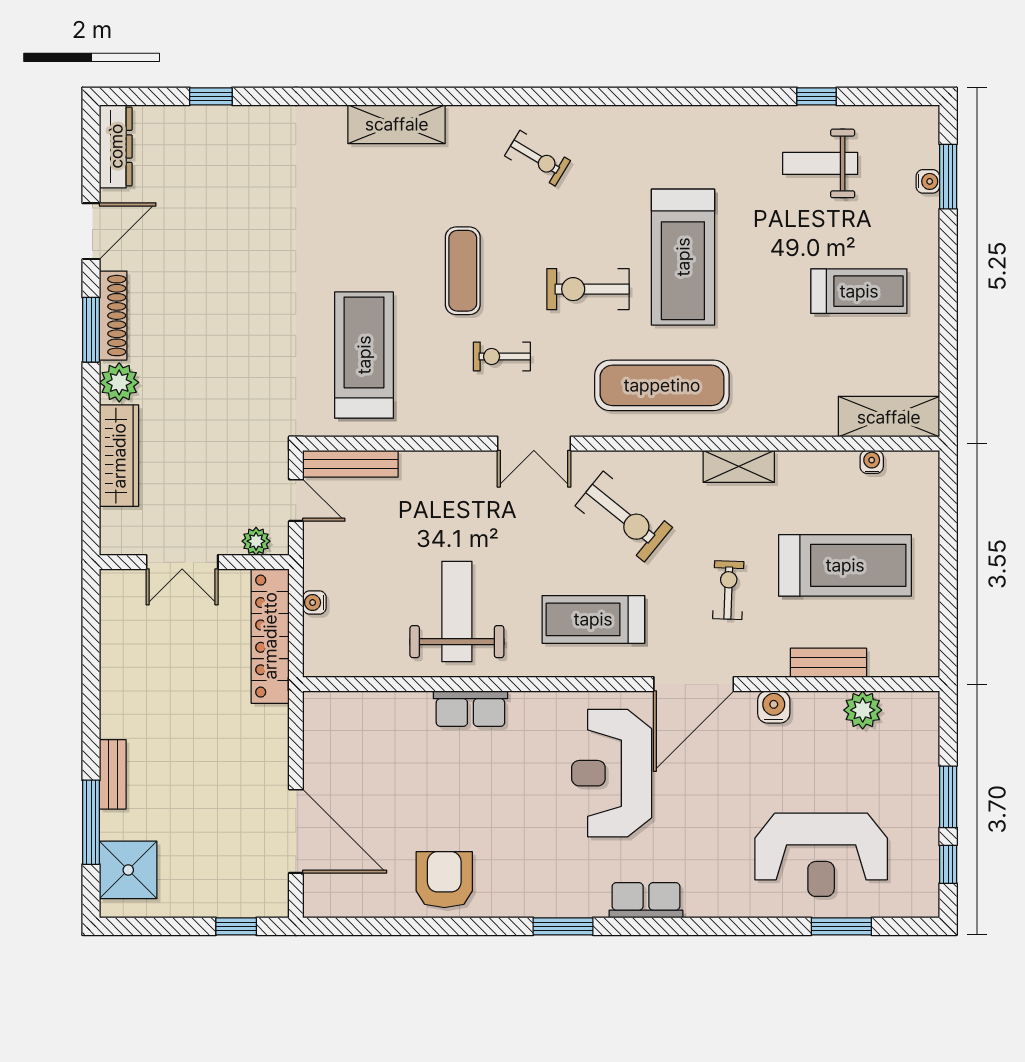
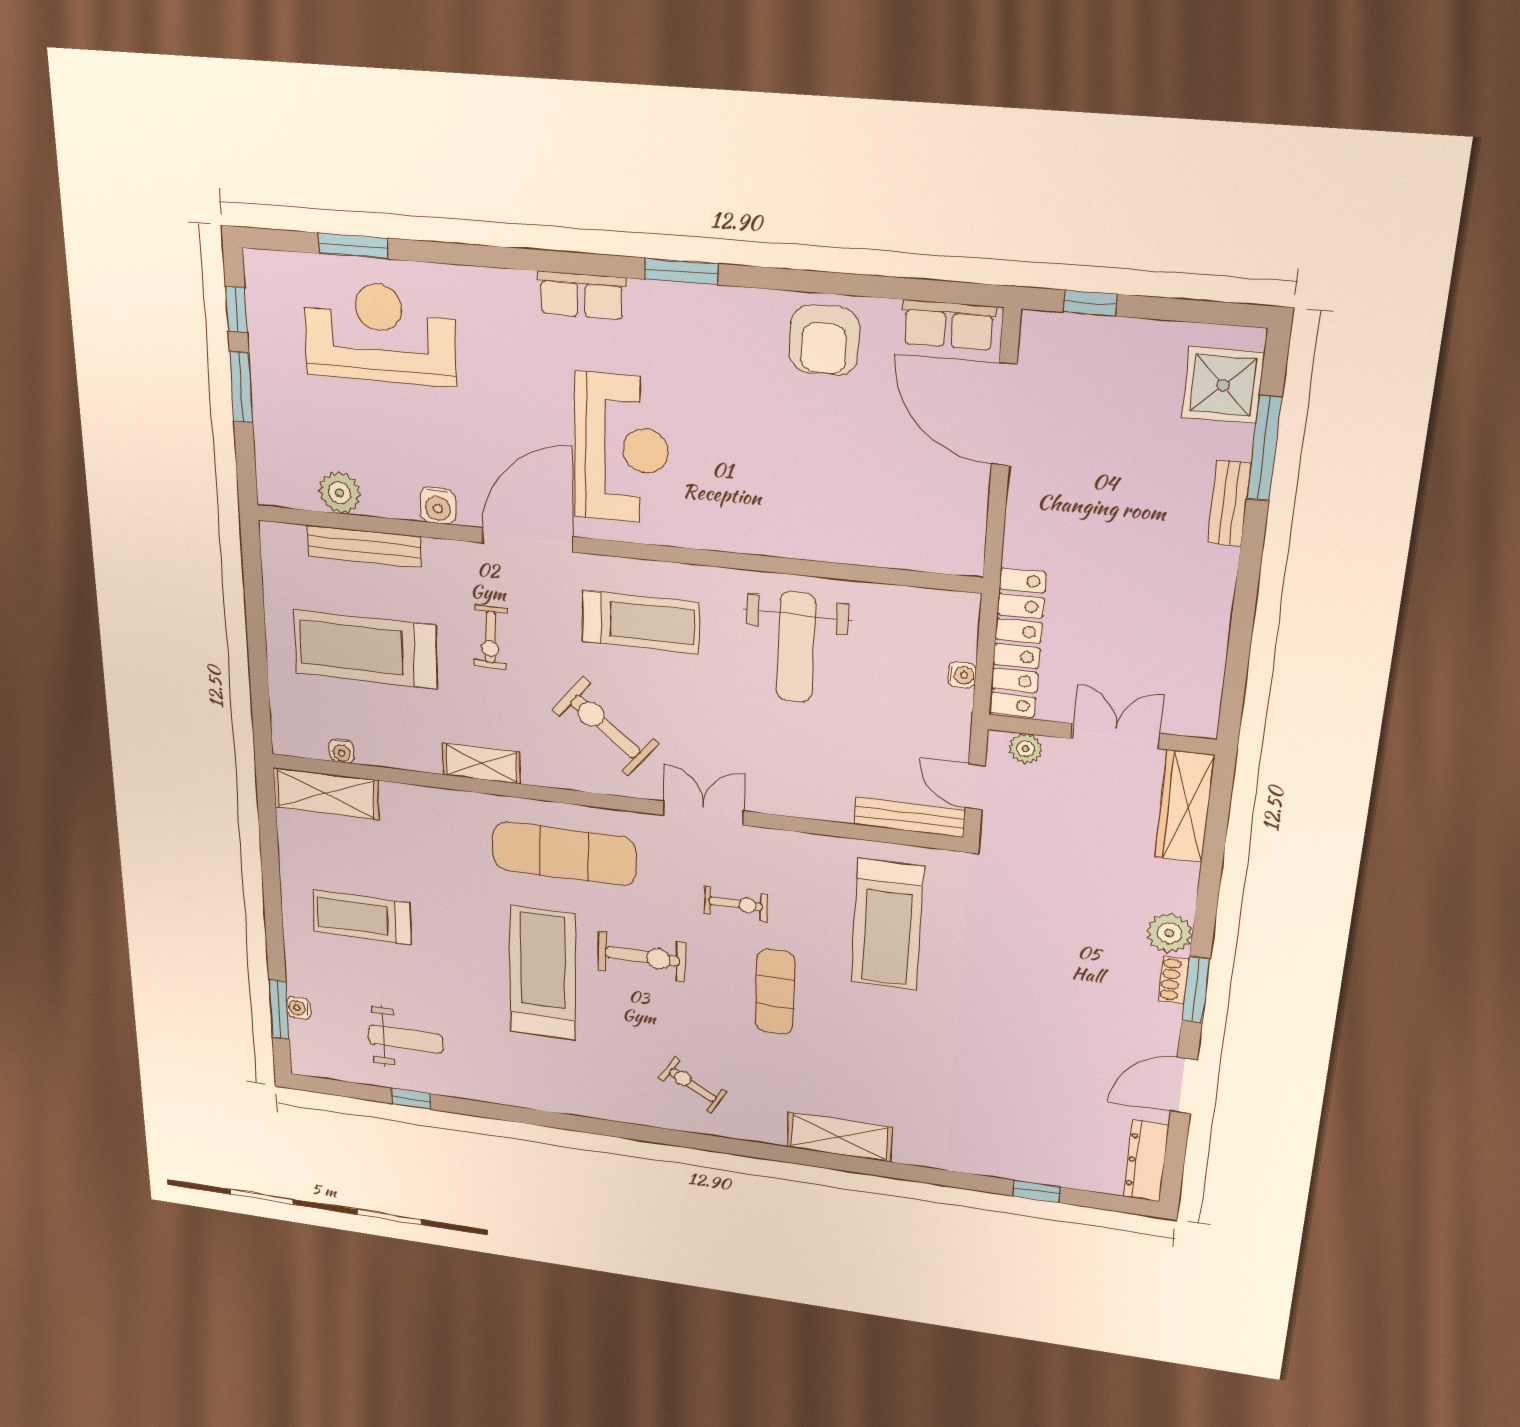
shoe rack: (113, 316) -> (1174, 980), width x0.51, depth x0.81
wardrobe: (119, 456) -> (1185, 806), moved
bench: (828, 663) -> (364, 546), width x1.36
row of seats: (470, 709) -> (949, 325), moved, turned 180

